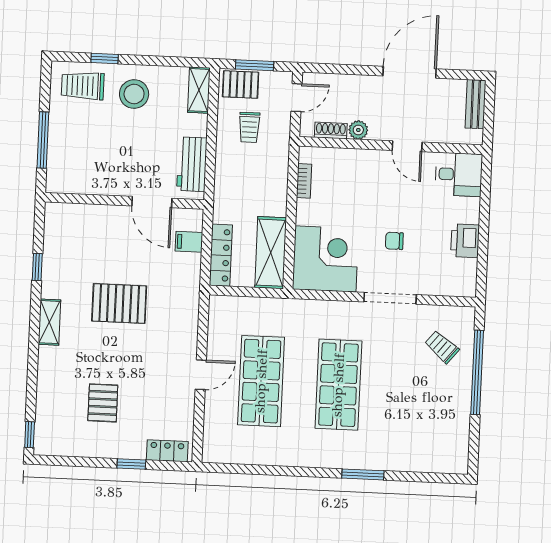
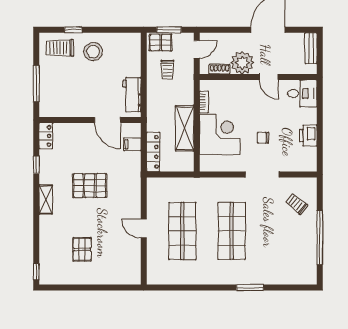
shelving: (199, 90) -> (134, 47), removed
plant: (358, 130) -> (242, 63), width x1.87, depth x1.87
shelving: (271, 253) -> (185, 128), moved
corner desk: (325, 259) -> (220, 134), moved
window: (477, 372) -> (320, 237), moved
door: (201, 375) -> (144, 229), swing flipped
locker: (167, 451) -> (46, 136), moved, turned 90
window: (131, 464) -> (102, 287), removed

